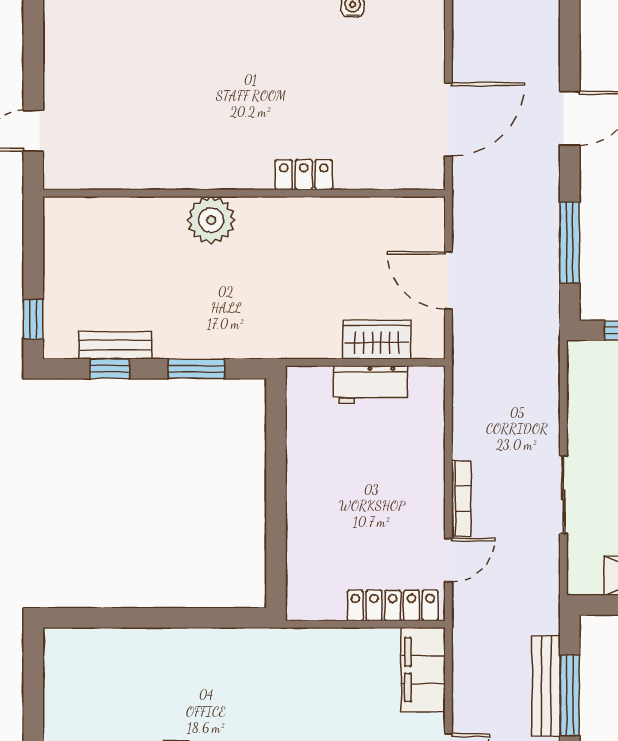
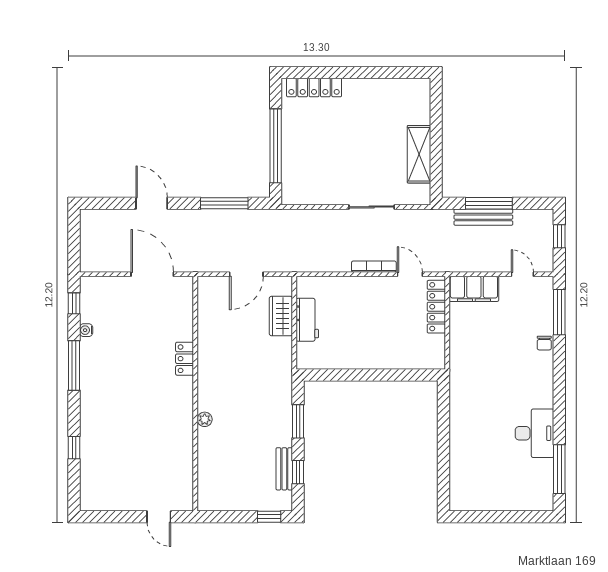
plant: (211, 220) -> (205, 419), width x0.53, depth x0.53

